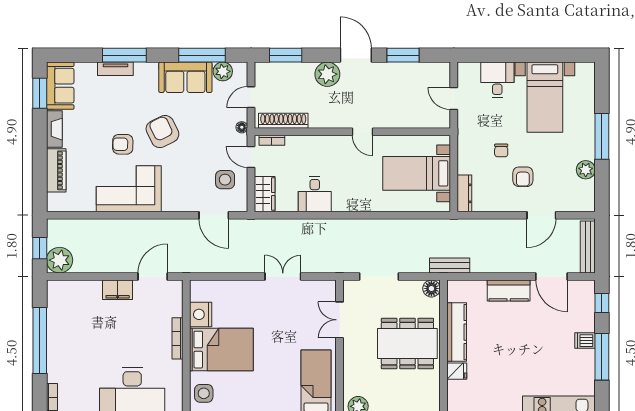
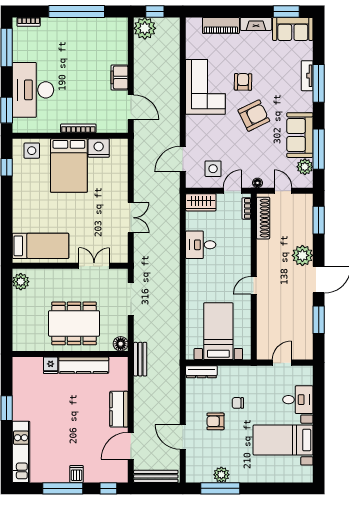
window: (602, 136) -> (220, 488), moved
dining table: (407, 344) -> (74, 323), turned 90

